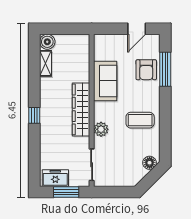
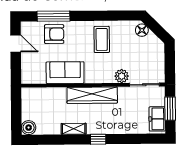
shelving: (46, 63) -> (74, 129), moved
plant: (101, 129) -> (122, 76), moved

